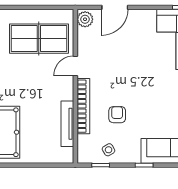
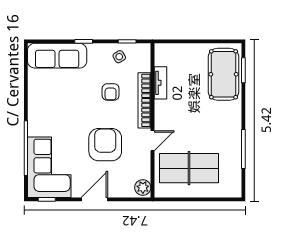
door: (115, 7) -> (94, 199), moved
armchair: (123, 62) -> (105, 145), added
tv unit: (67, 124) -> (161, 83), width x0.71

